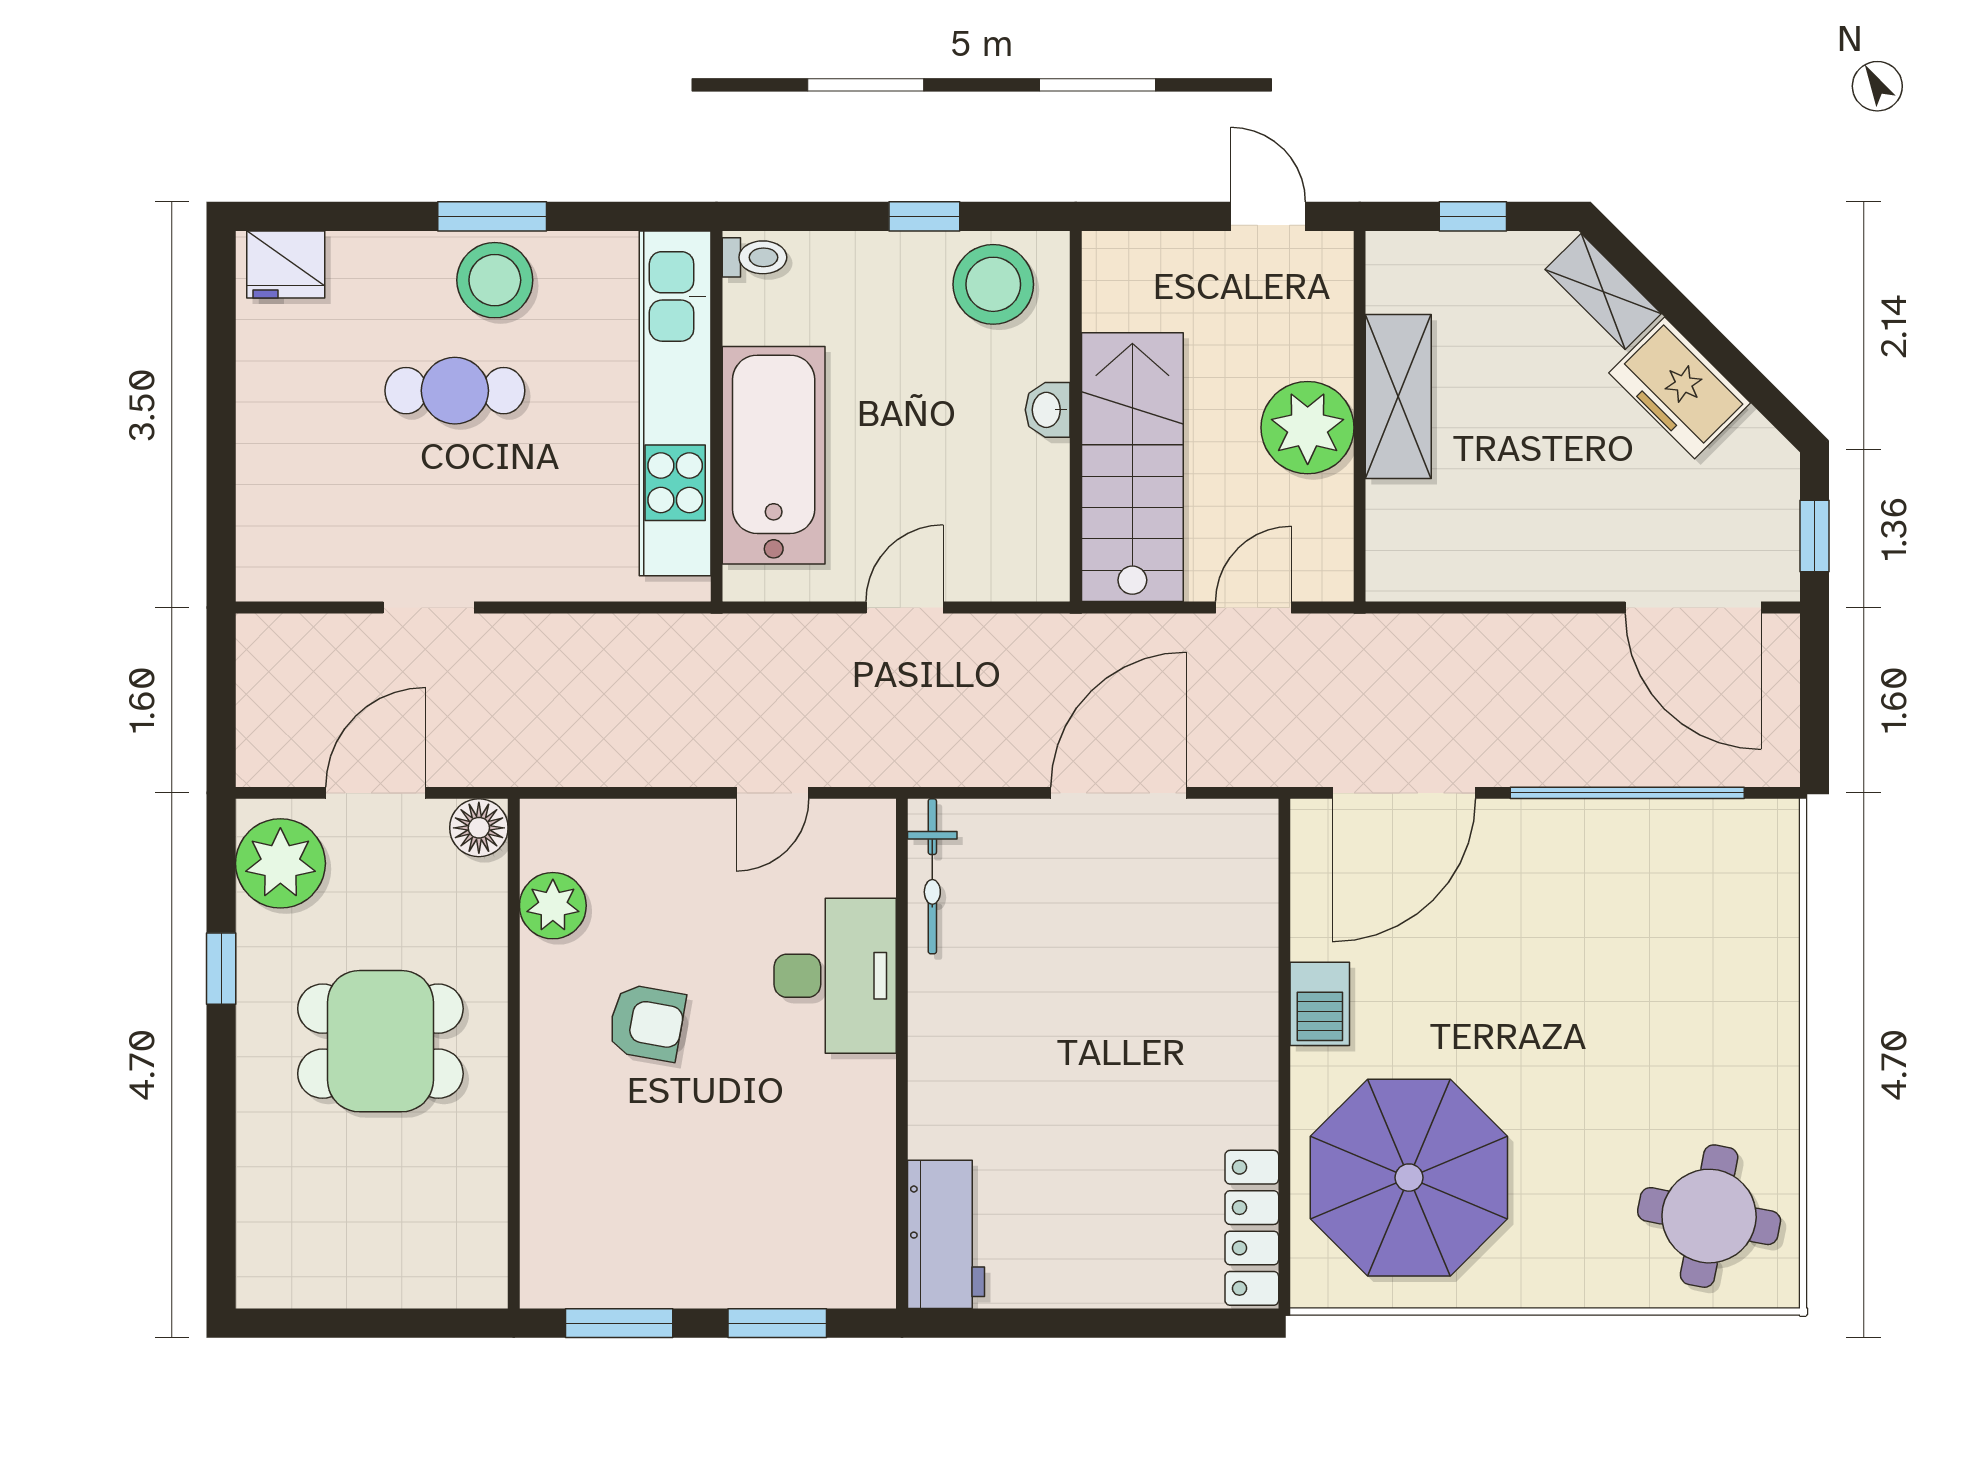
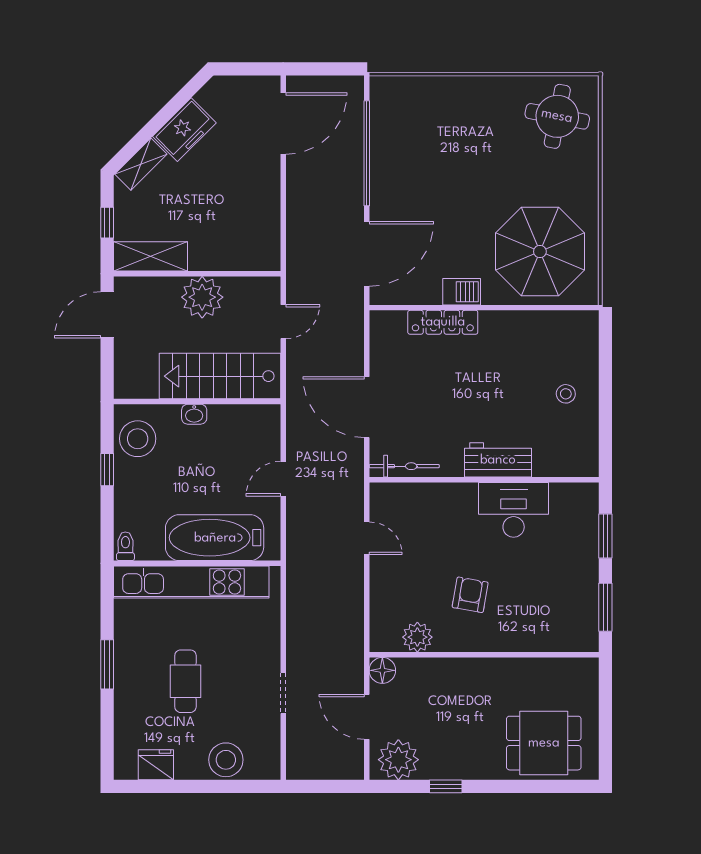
door: (1268, 216) -> (107, 315), width x1.38
fridge: (286, 264) -> (156, 765), moved, turned -90
stool: (495, 280) -> (226, 760), moved
shelving: (1398, 397) -> (151, 256), moved
window: (1814, 536) -> (251, 69), removed
door: (905, 607) -> (283, 479), hinge flipped
door: (1253, 607) -> (283, 322), swing flipped
door: (1118, 793) -> (367, 407), moved
door: (1404, 793) -> (367, 254), hinge flipped
desk: (835, 976) -> (514, 510), moved
dining table: (380, 1041) -> (544, 743), moved, turned 90
locker: (1252, 1228) -> (443, 322), moved
workbench: (946, 1234) -> (498, 460), moved
stool: (1093, 1235) -> (566, 394), added

